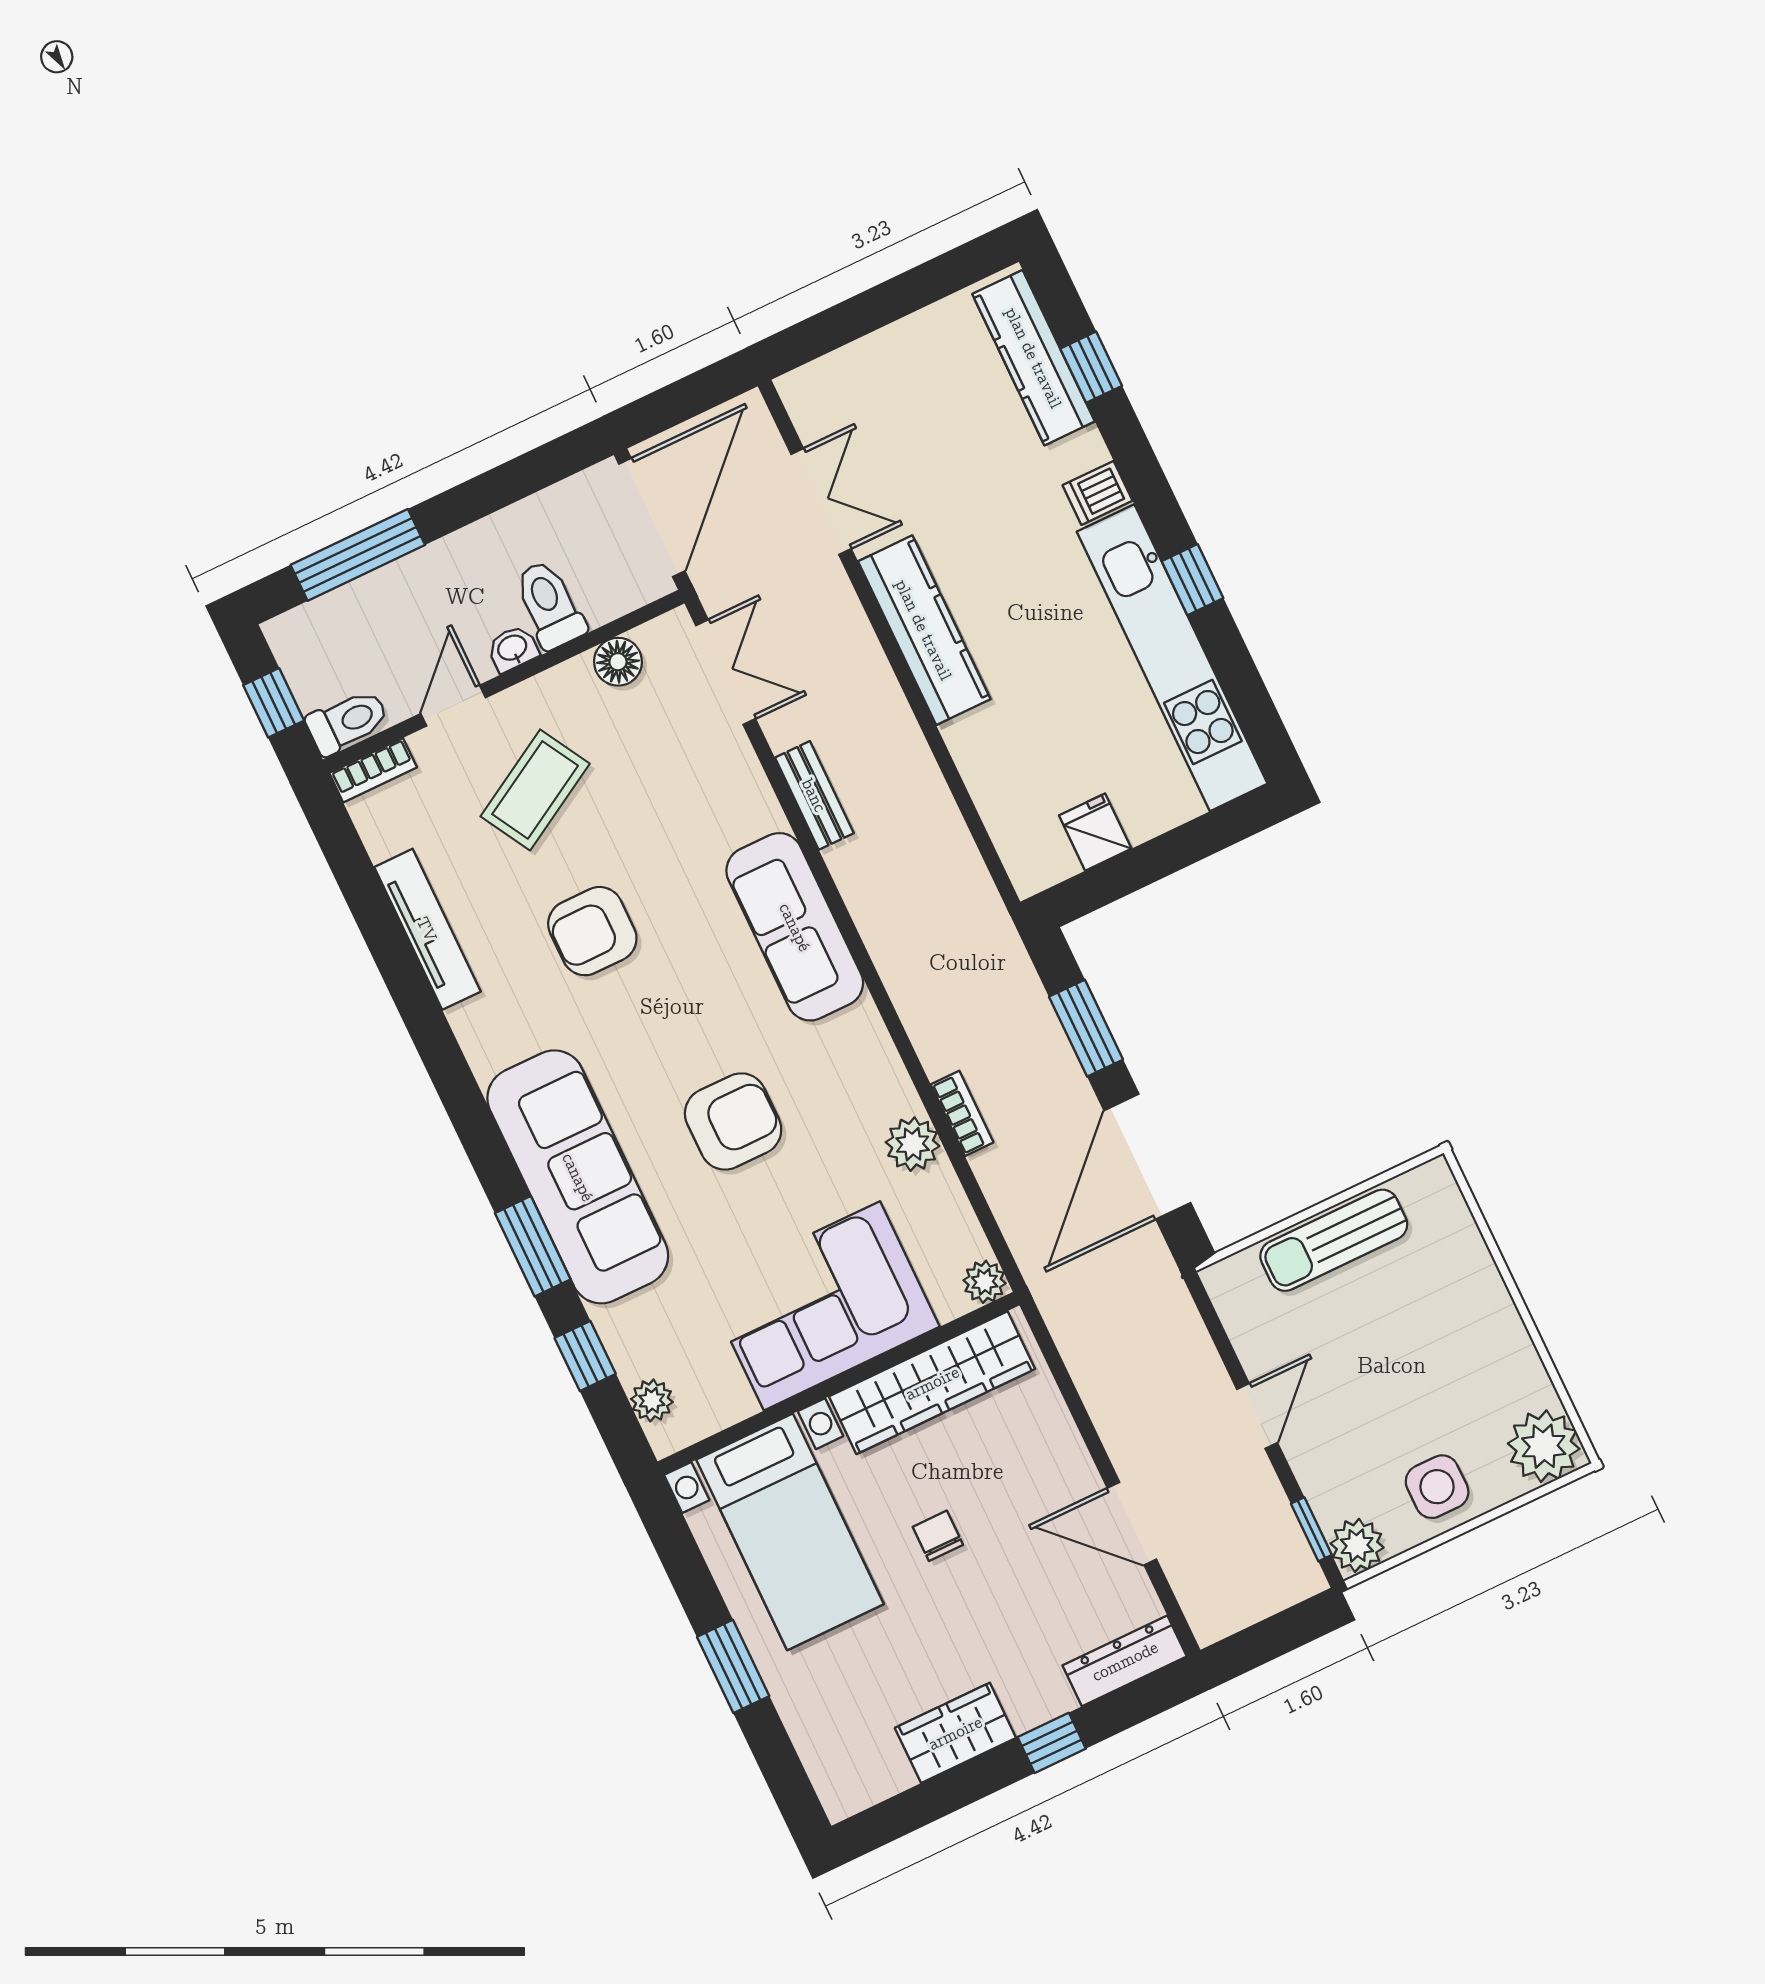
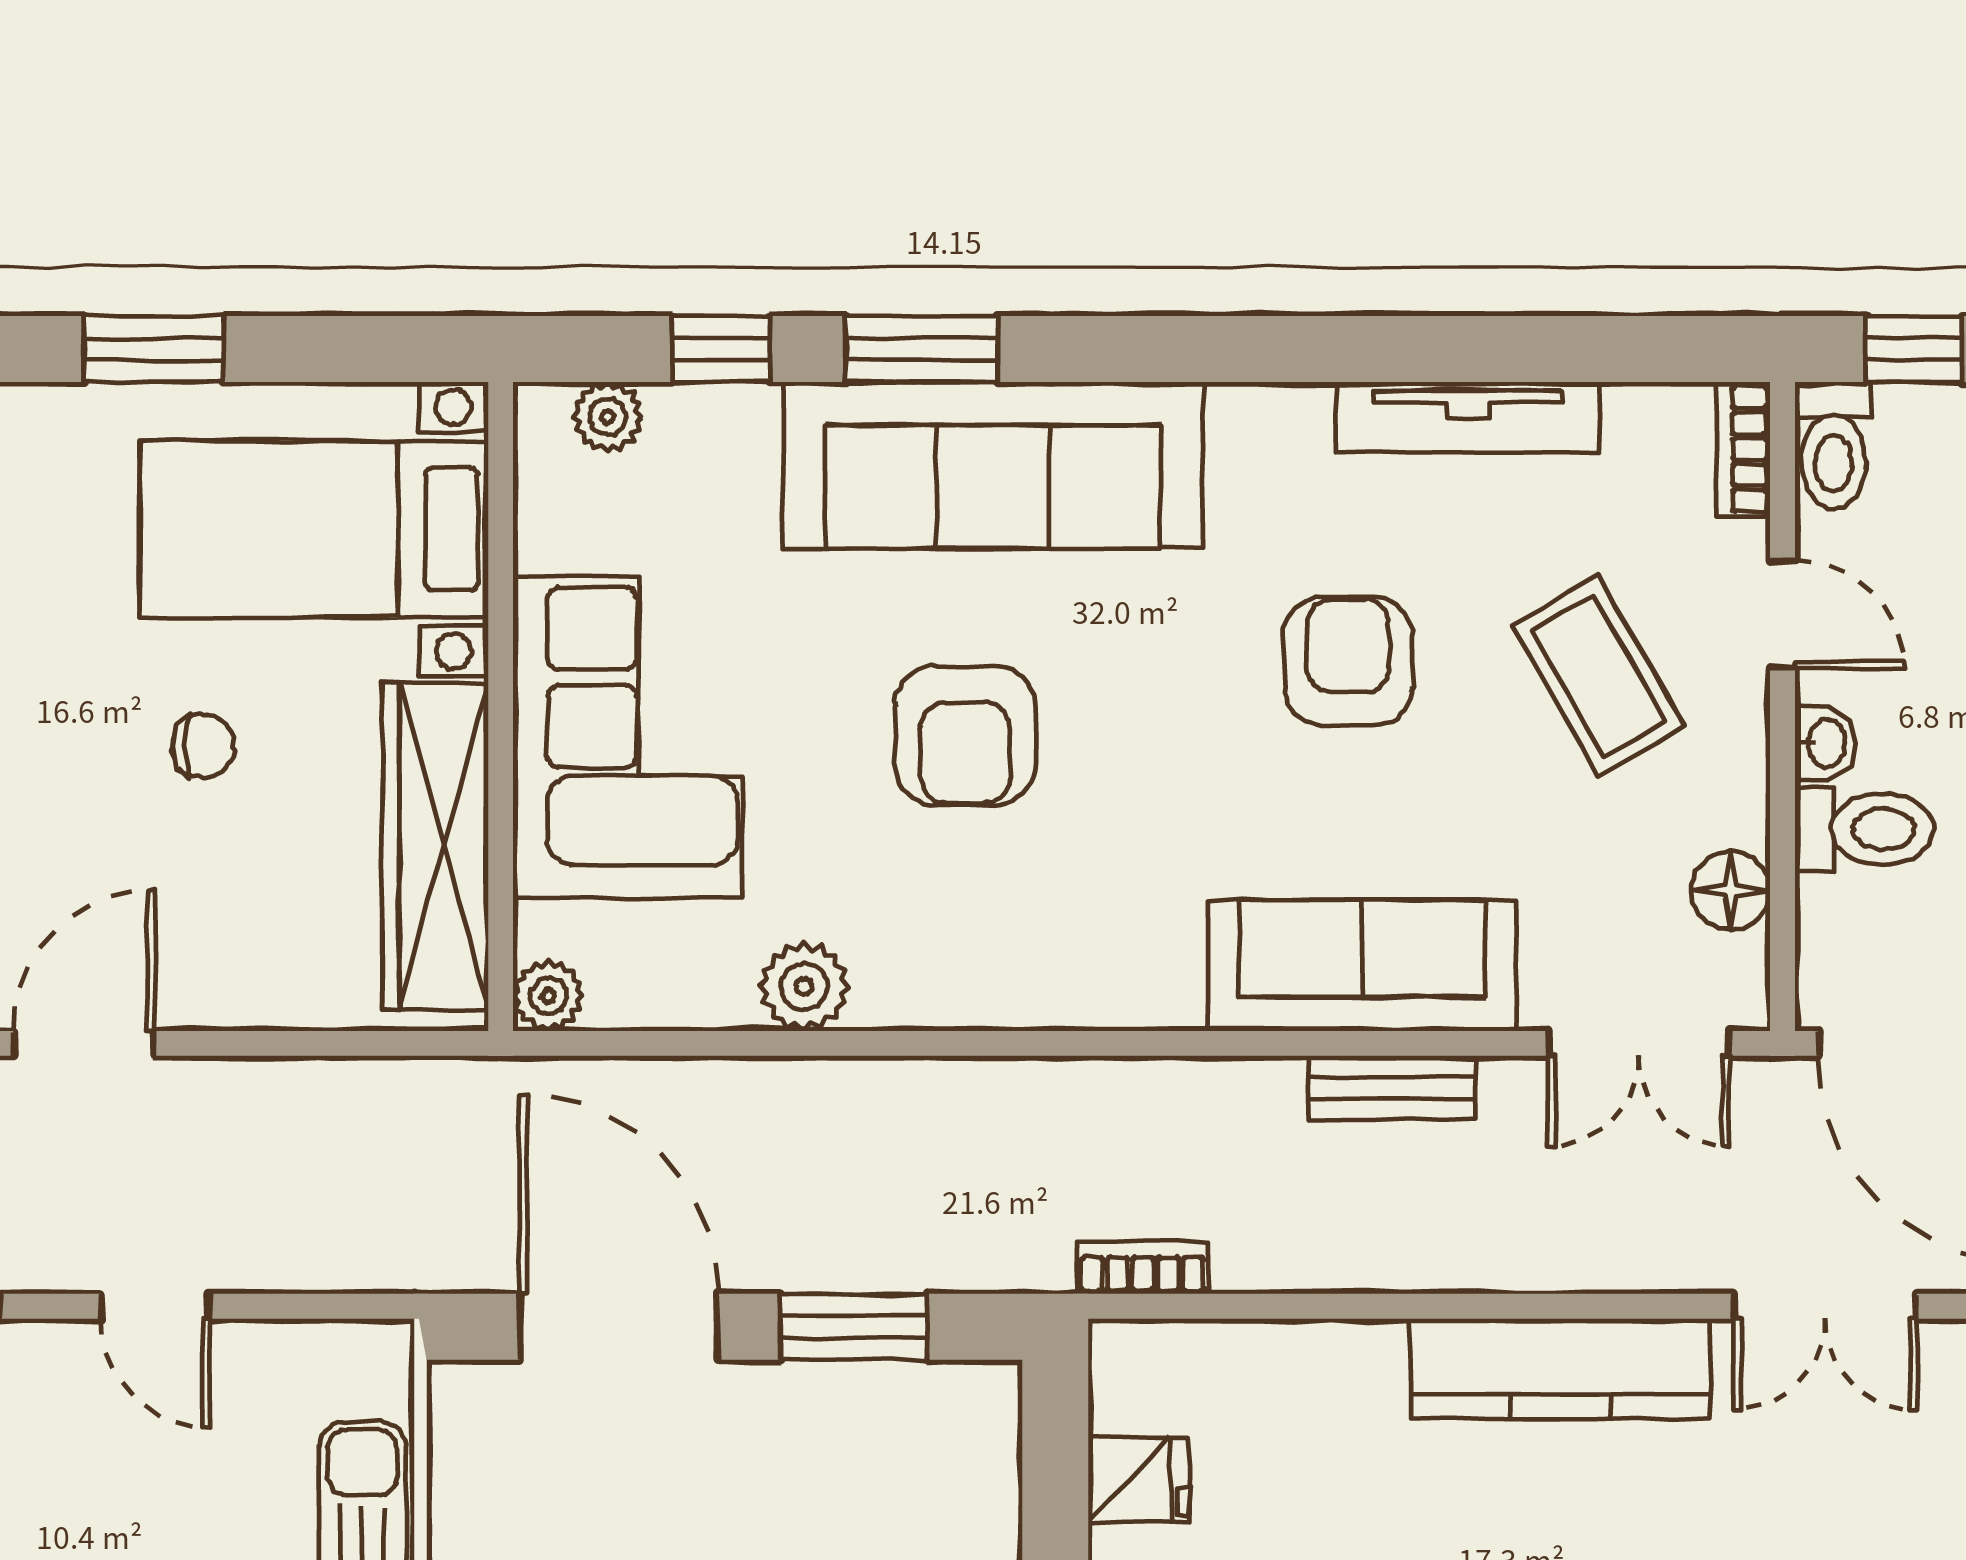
sofa: (795, 927) -> (1362, 965), moved
bookcase: (962, 1113) -> (1143, 1268), moved, turned 180

